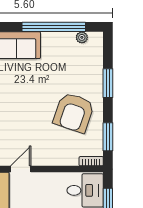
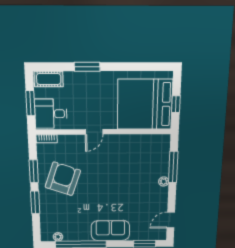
window: (108, 137) -> (34, 171), moved
door: (21, 169) -> (94, 132), moved

